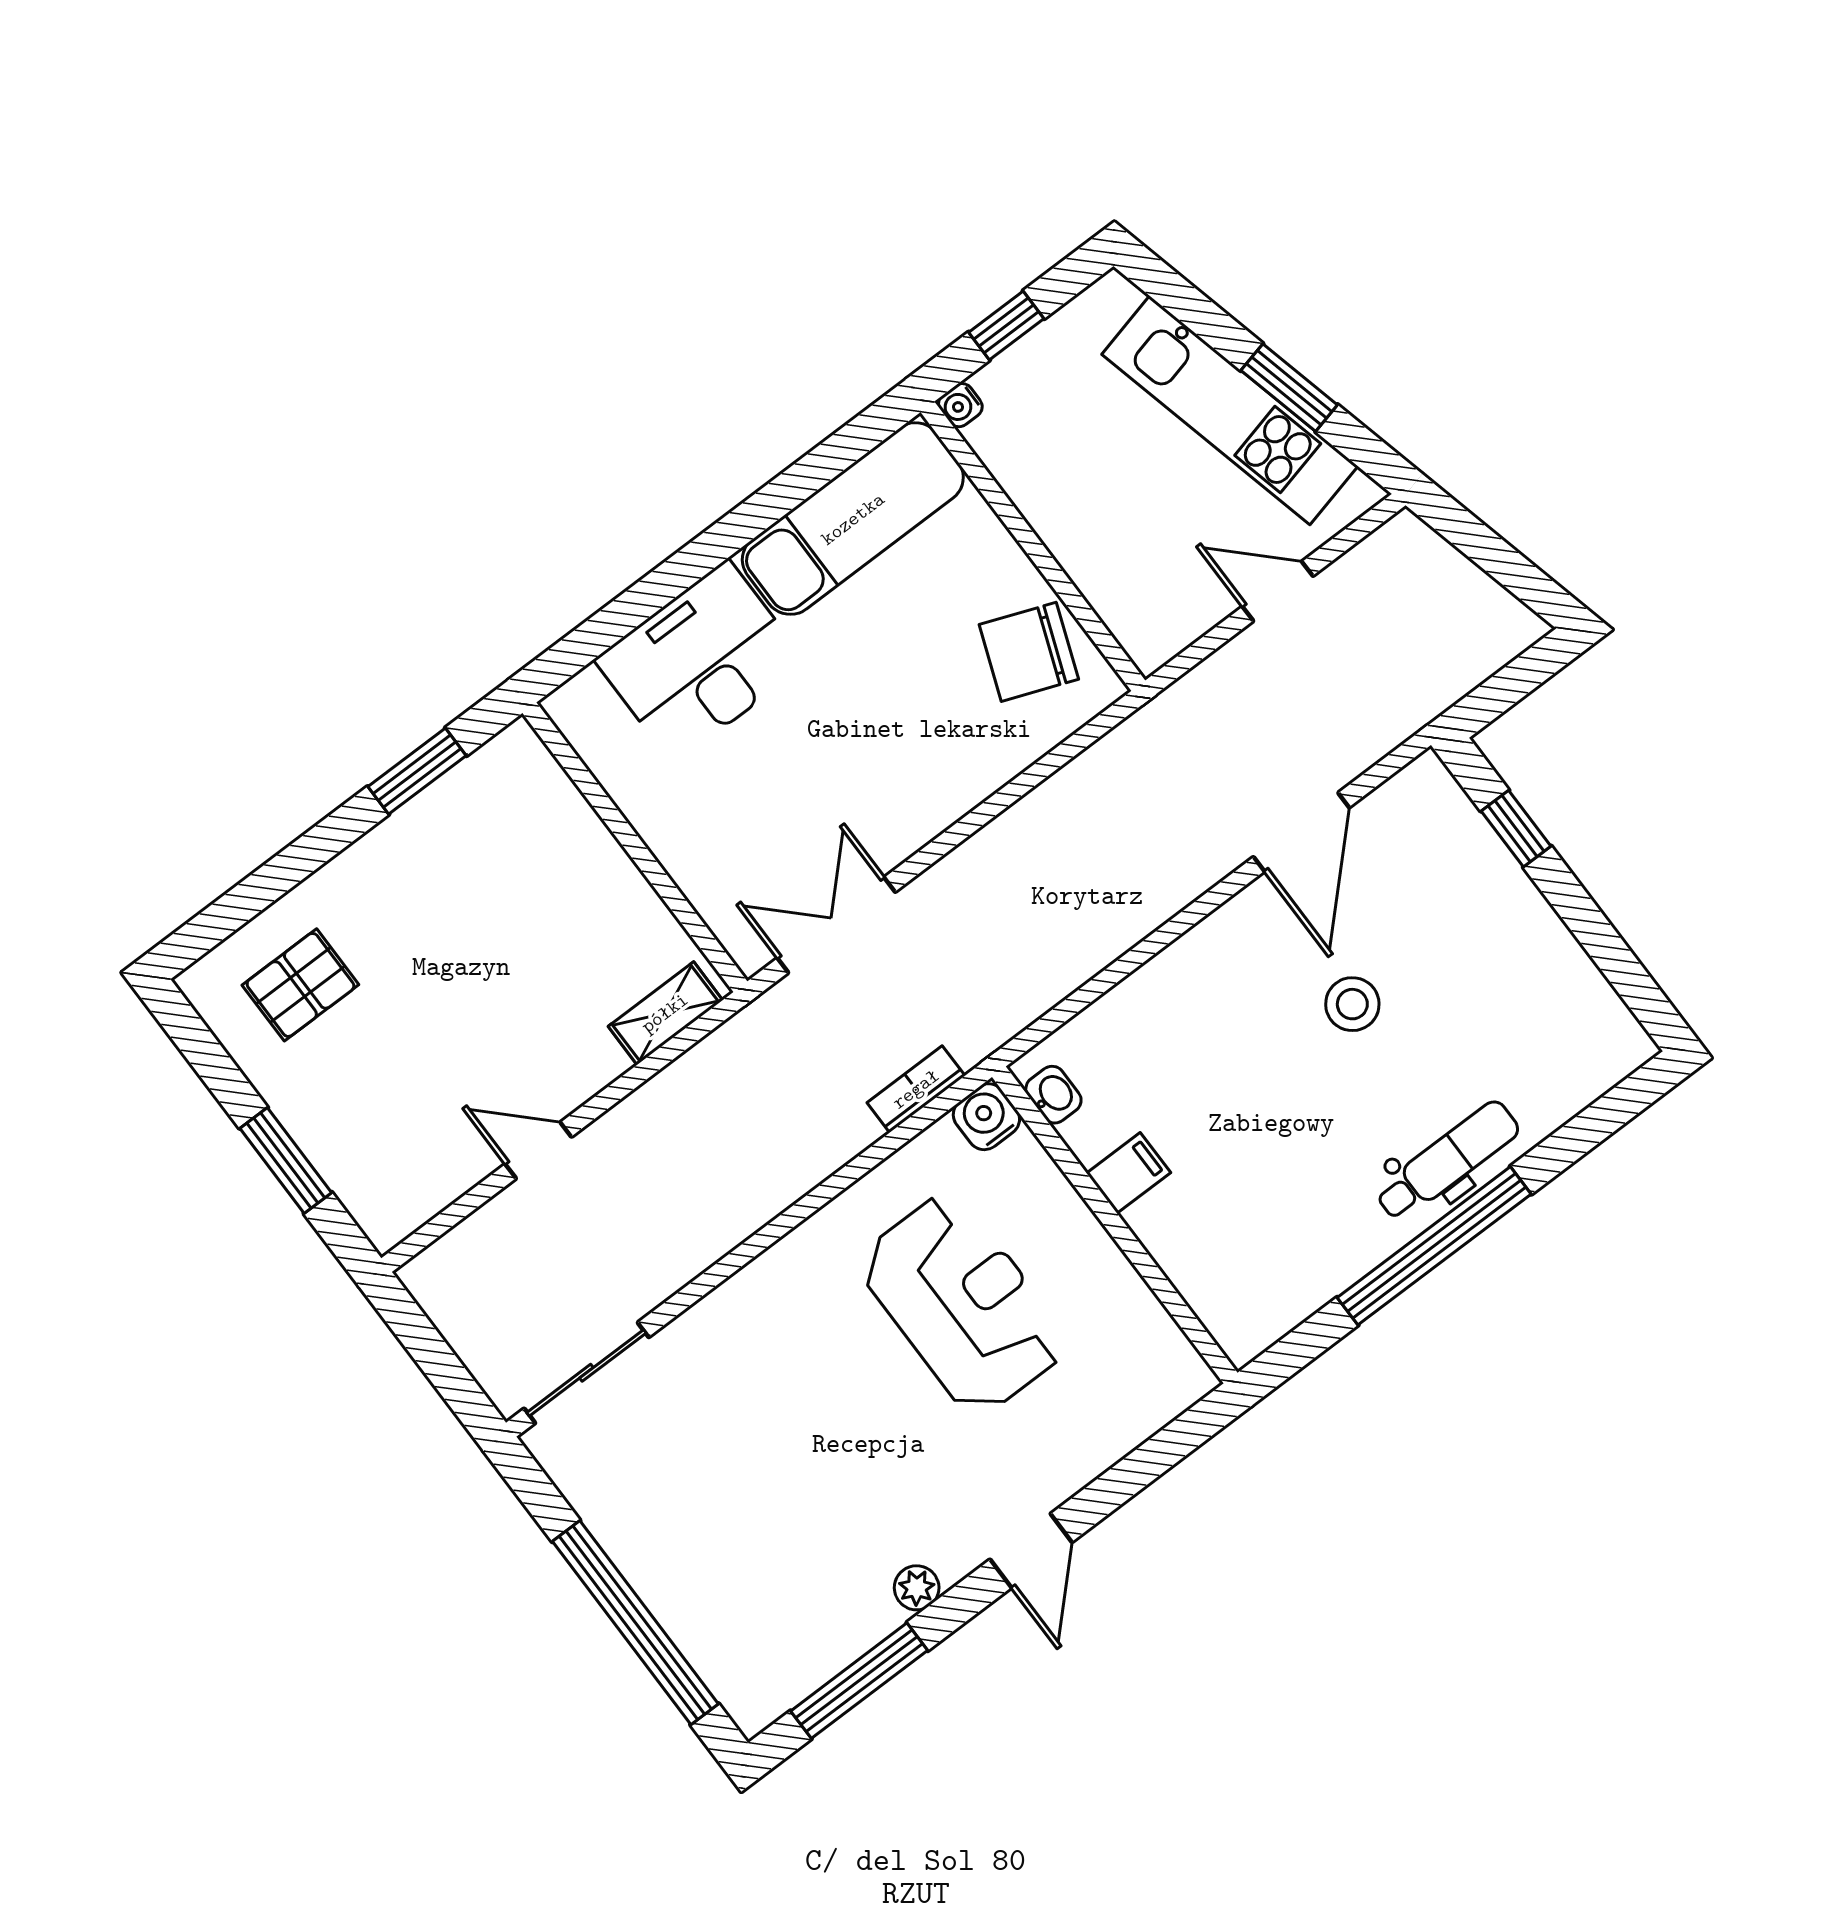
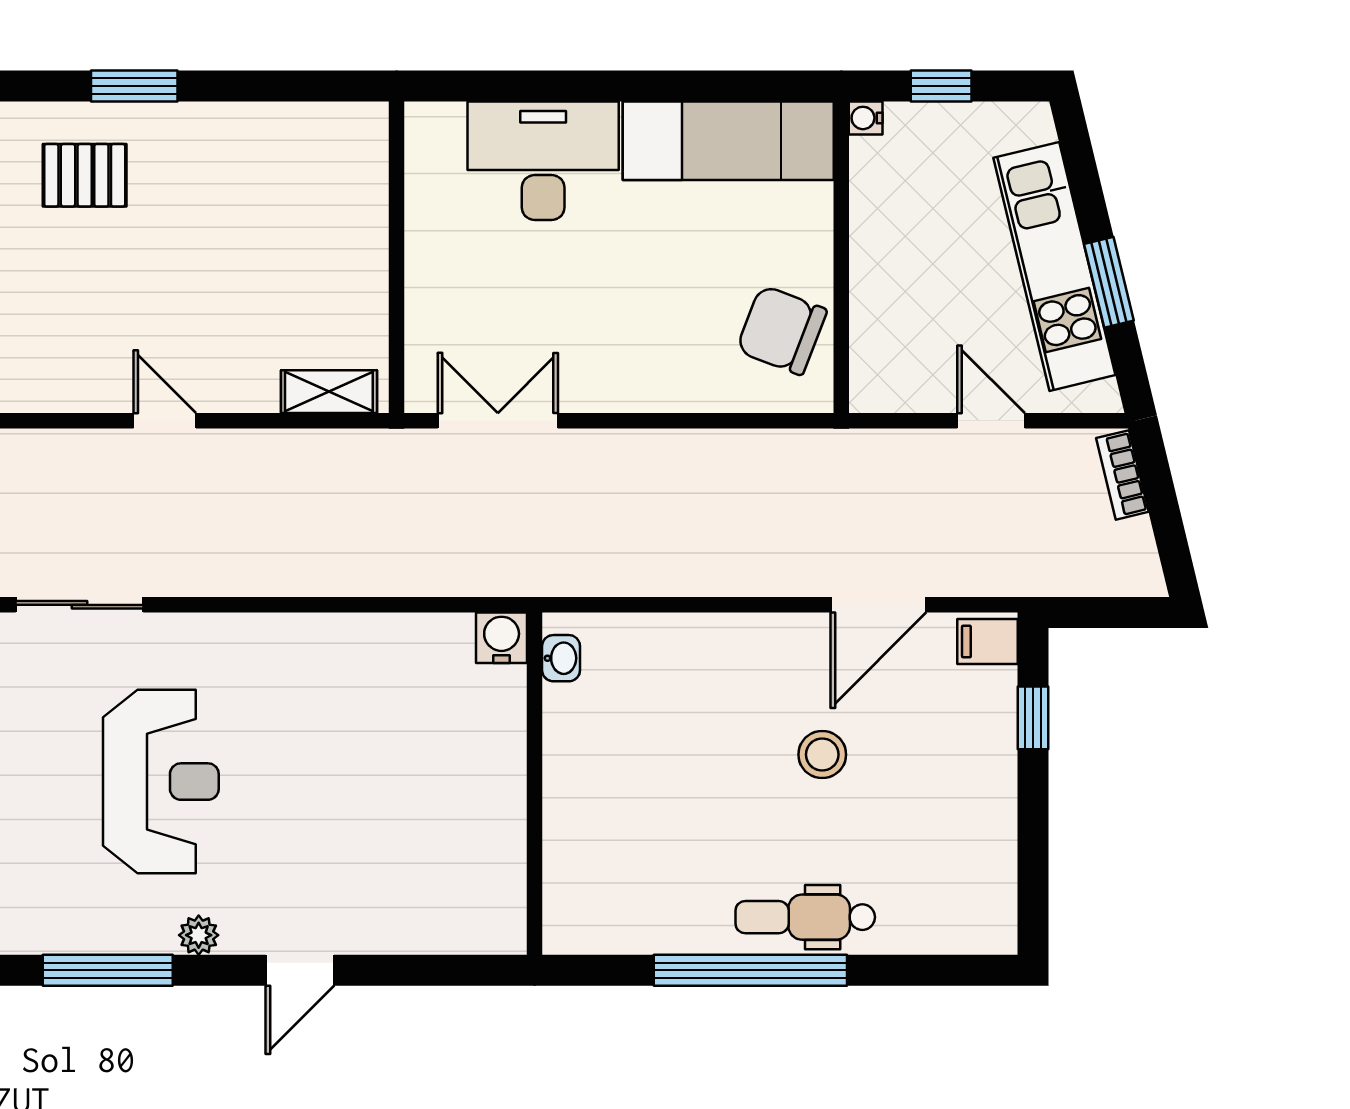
window: (417, 771) -> (134, 86), moved
bookcase: (916, 1089) -> (1122, 475), moved, turned -104
dental chair: (1447, 1161) -> (805, 917), turned 180
filing cabinet: (1129, 1173) -> (988, 642), moved, turned 180
reception desk: (963, 1304) -> (161, 782), moved

